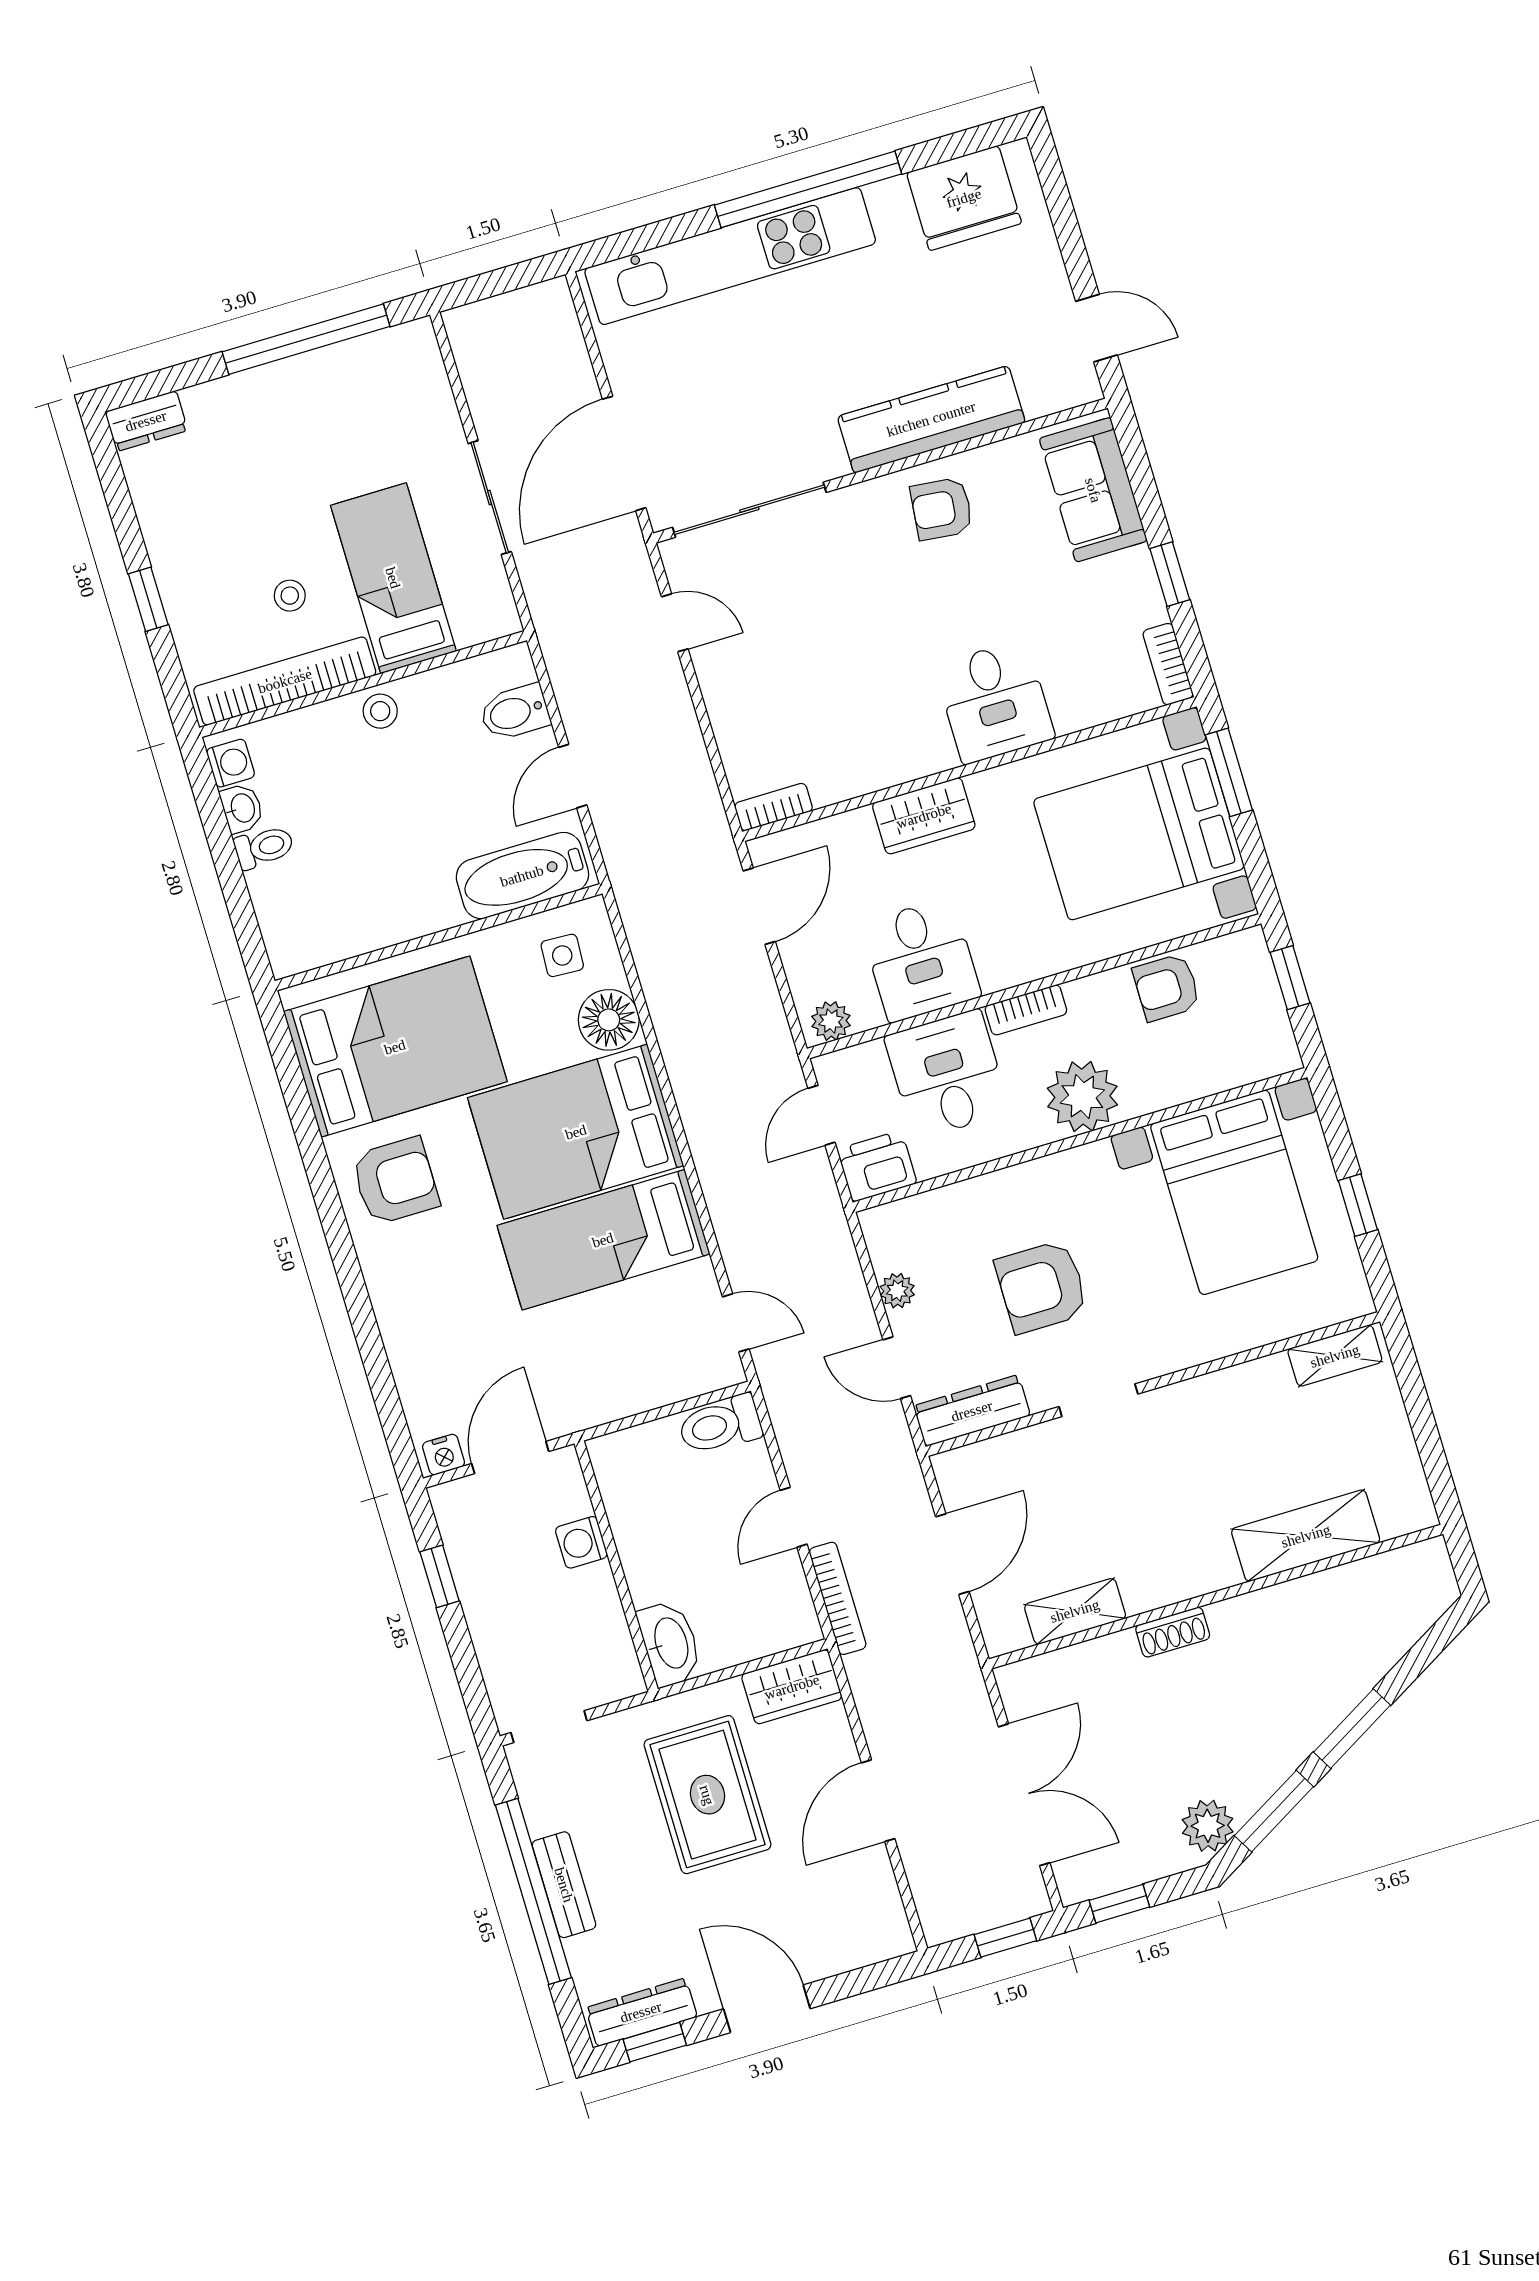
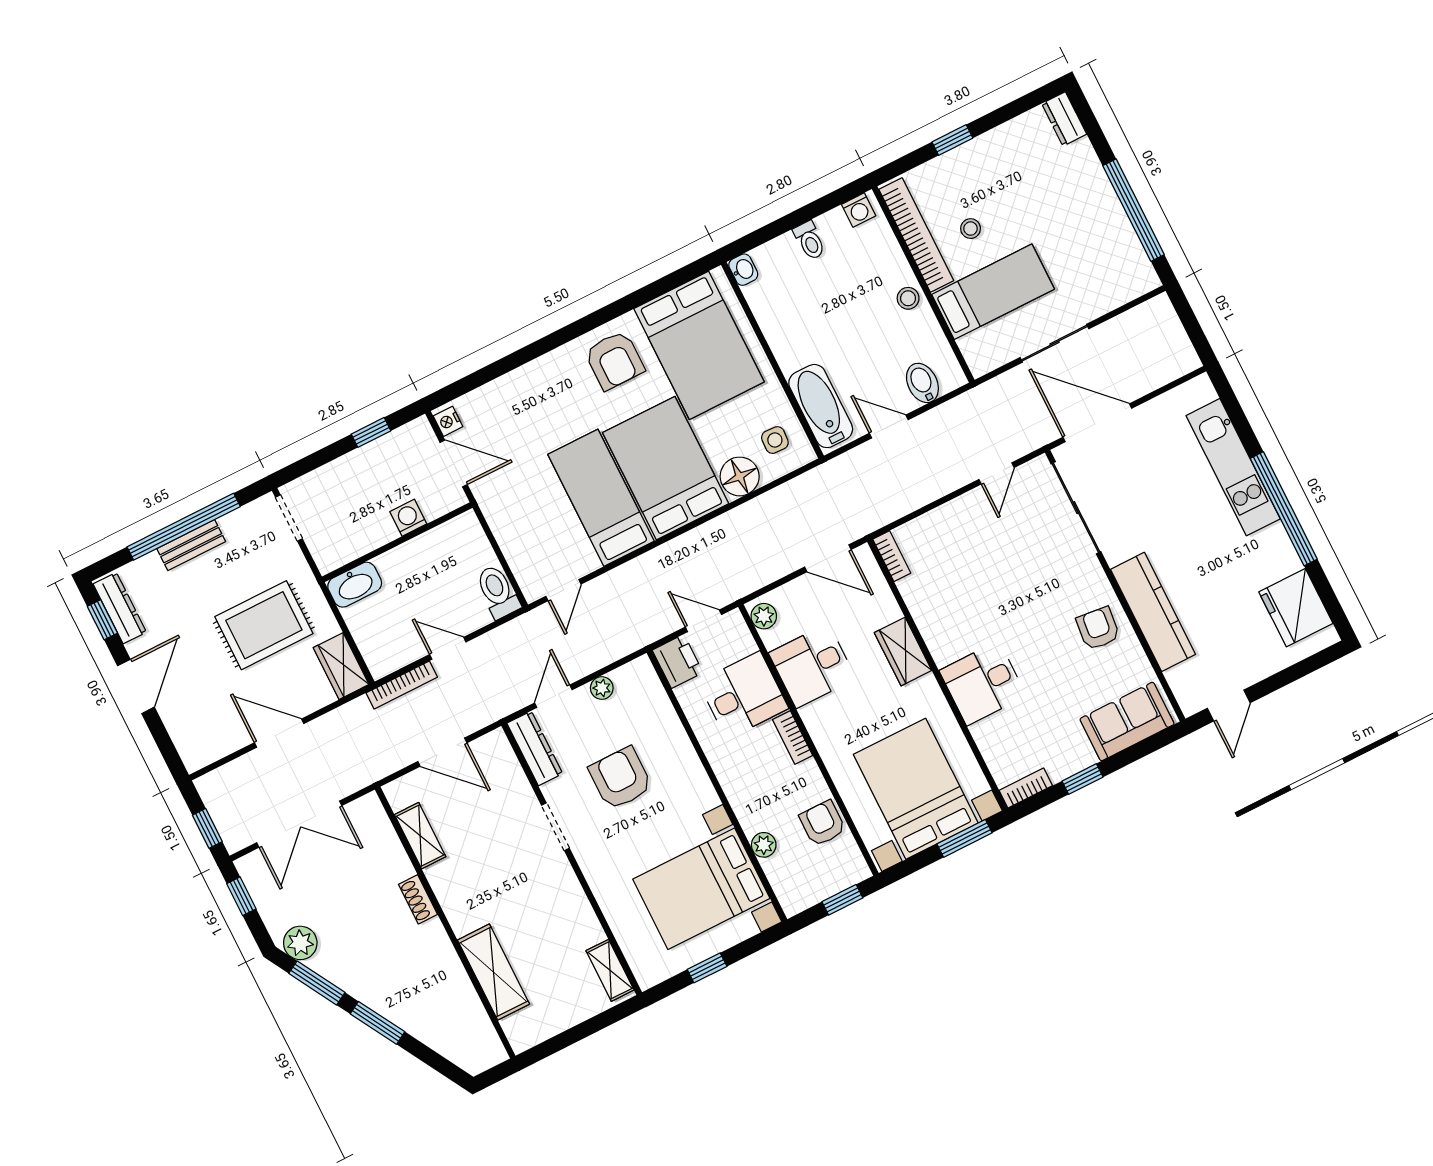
kitchen unit: (730, 256) -> (1233, 467), width x0.73
washbasin: (242, 808) -> (743, 270), moved, turned -90
plant: (1082, 1097) -> (764, 845), moved, width x0.53, depth x0.53

